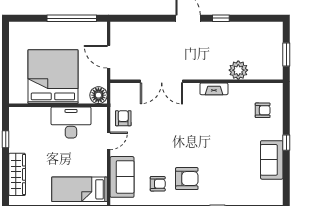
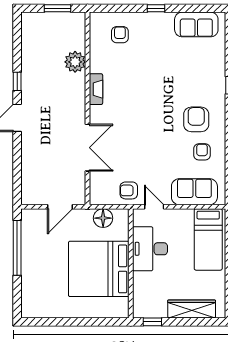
bed: (53, 77) -> (99, 269), moved
wall: (58, 105) -> (131, 263), moved
desk: (71, 122) -> (150, 249), moved
sofa: (272, 160) -> (196, 24), moved

